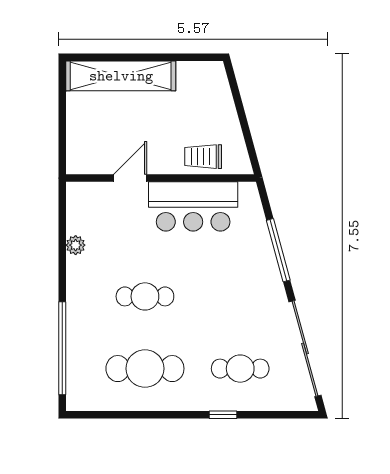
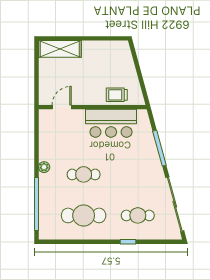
shelving: (121, 76) -> (60, 49), width x0.68
door: (130, 178) -> (62, 107), moved
plant: (76, 245) -> (44, 167), moved

